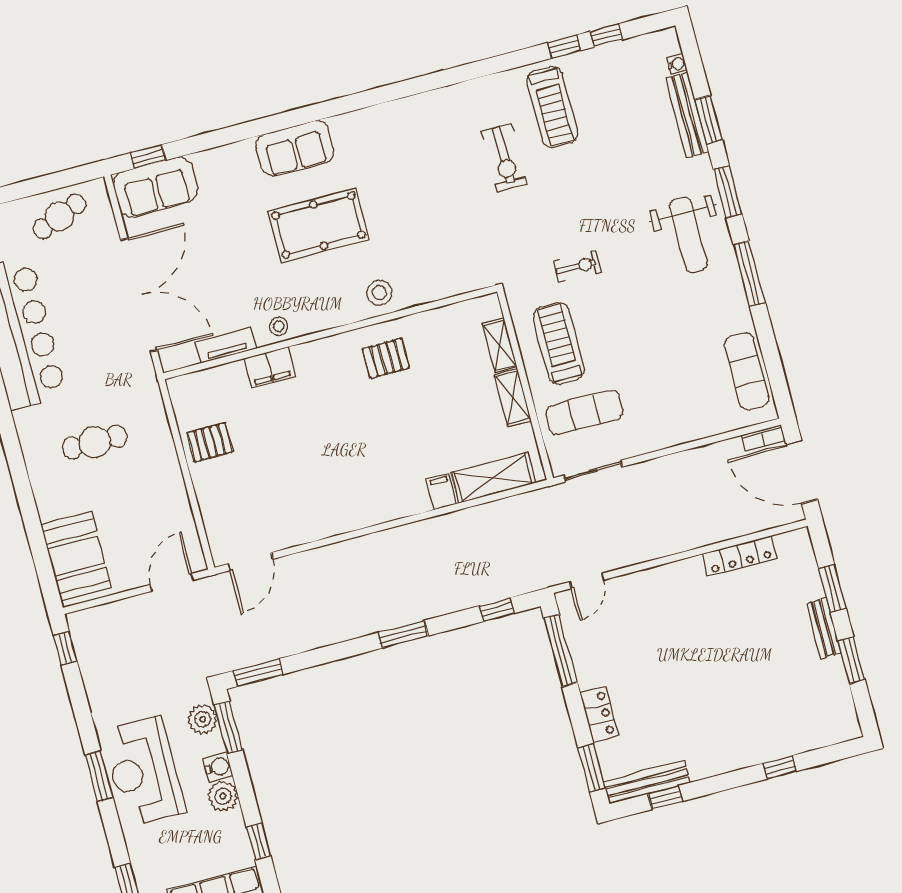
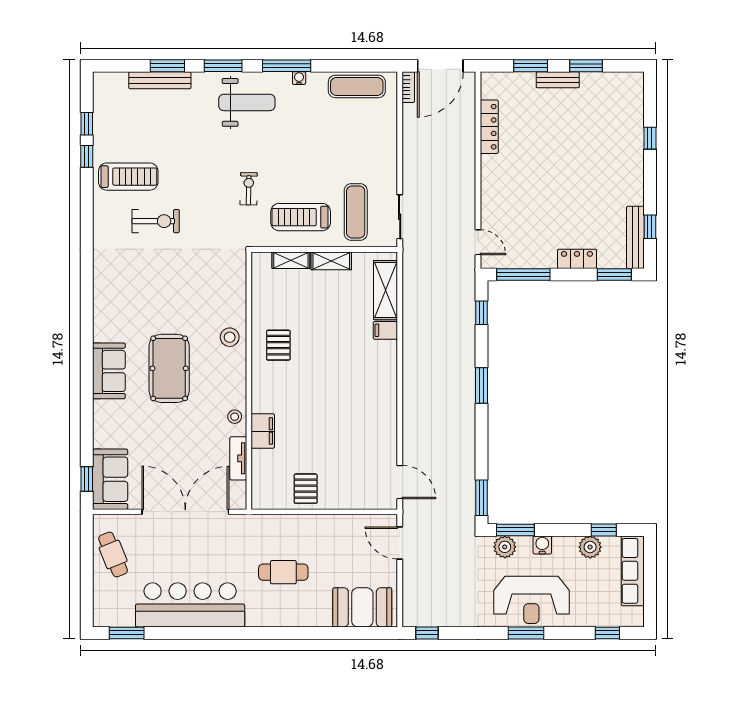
water cooler: (677, 64) -> (299, 78), moved
cafe table: (95, 442) -> (283, 572), turned 90
plant: (223, 796) -> (590, 547), moved

